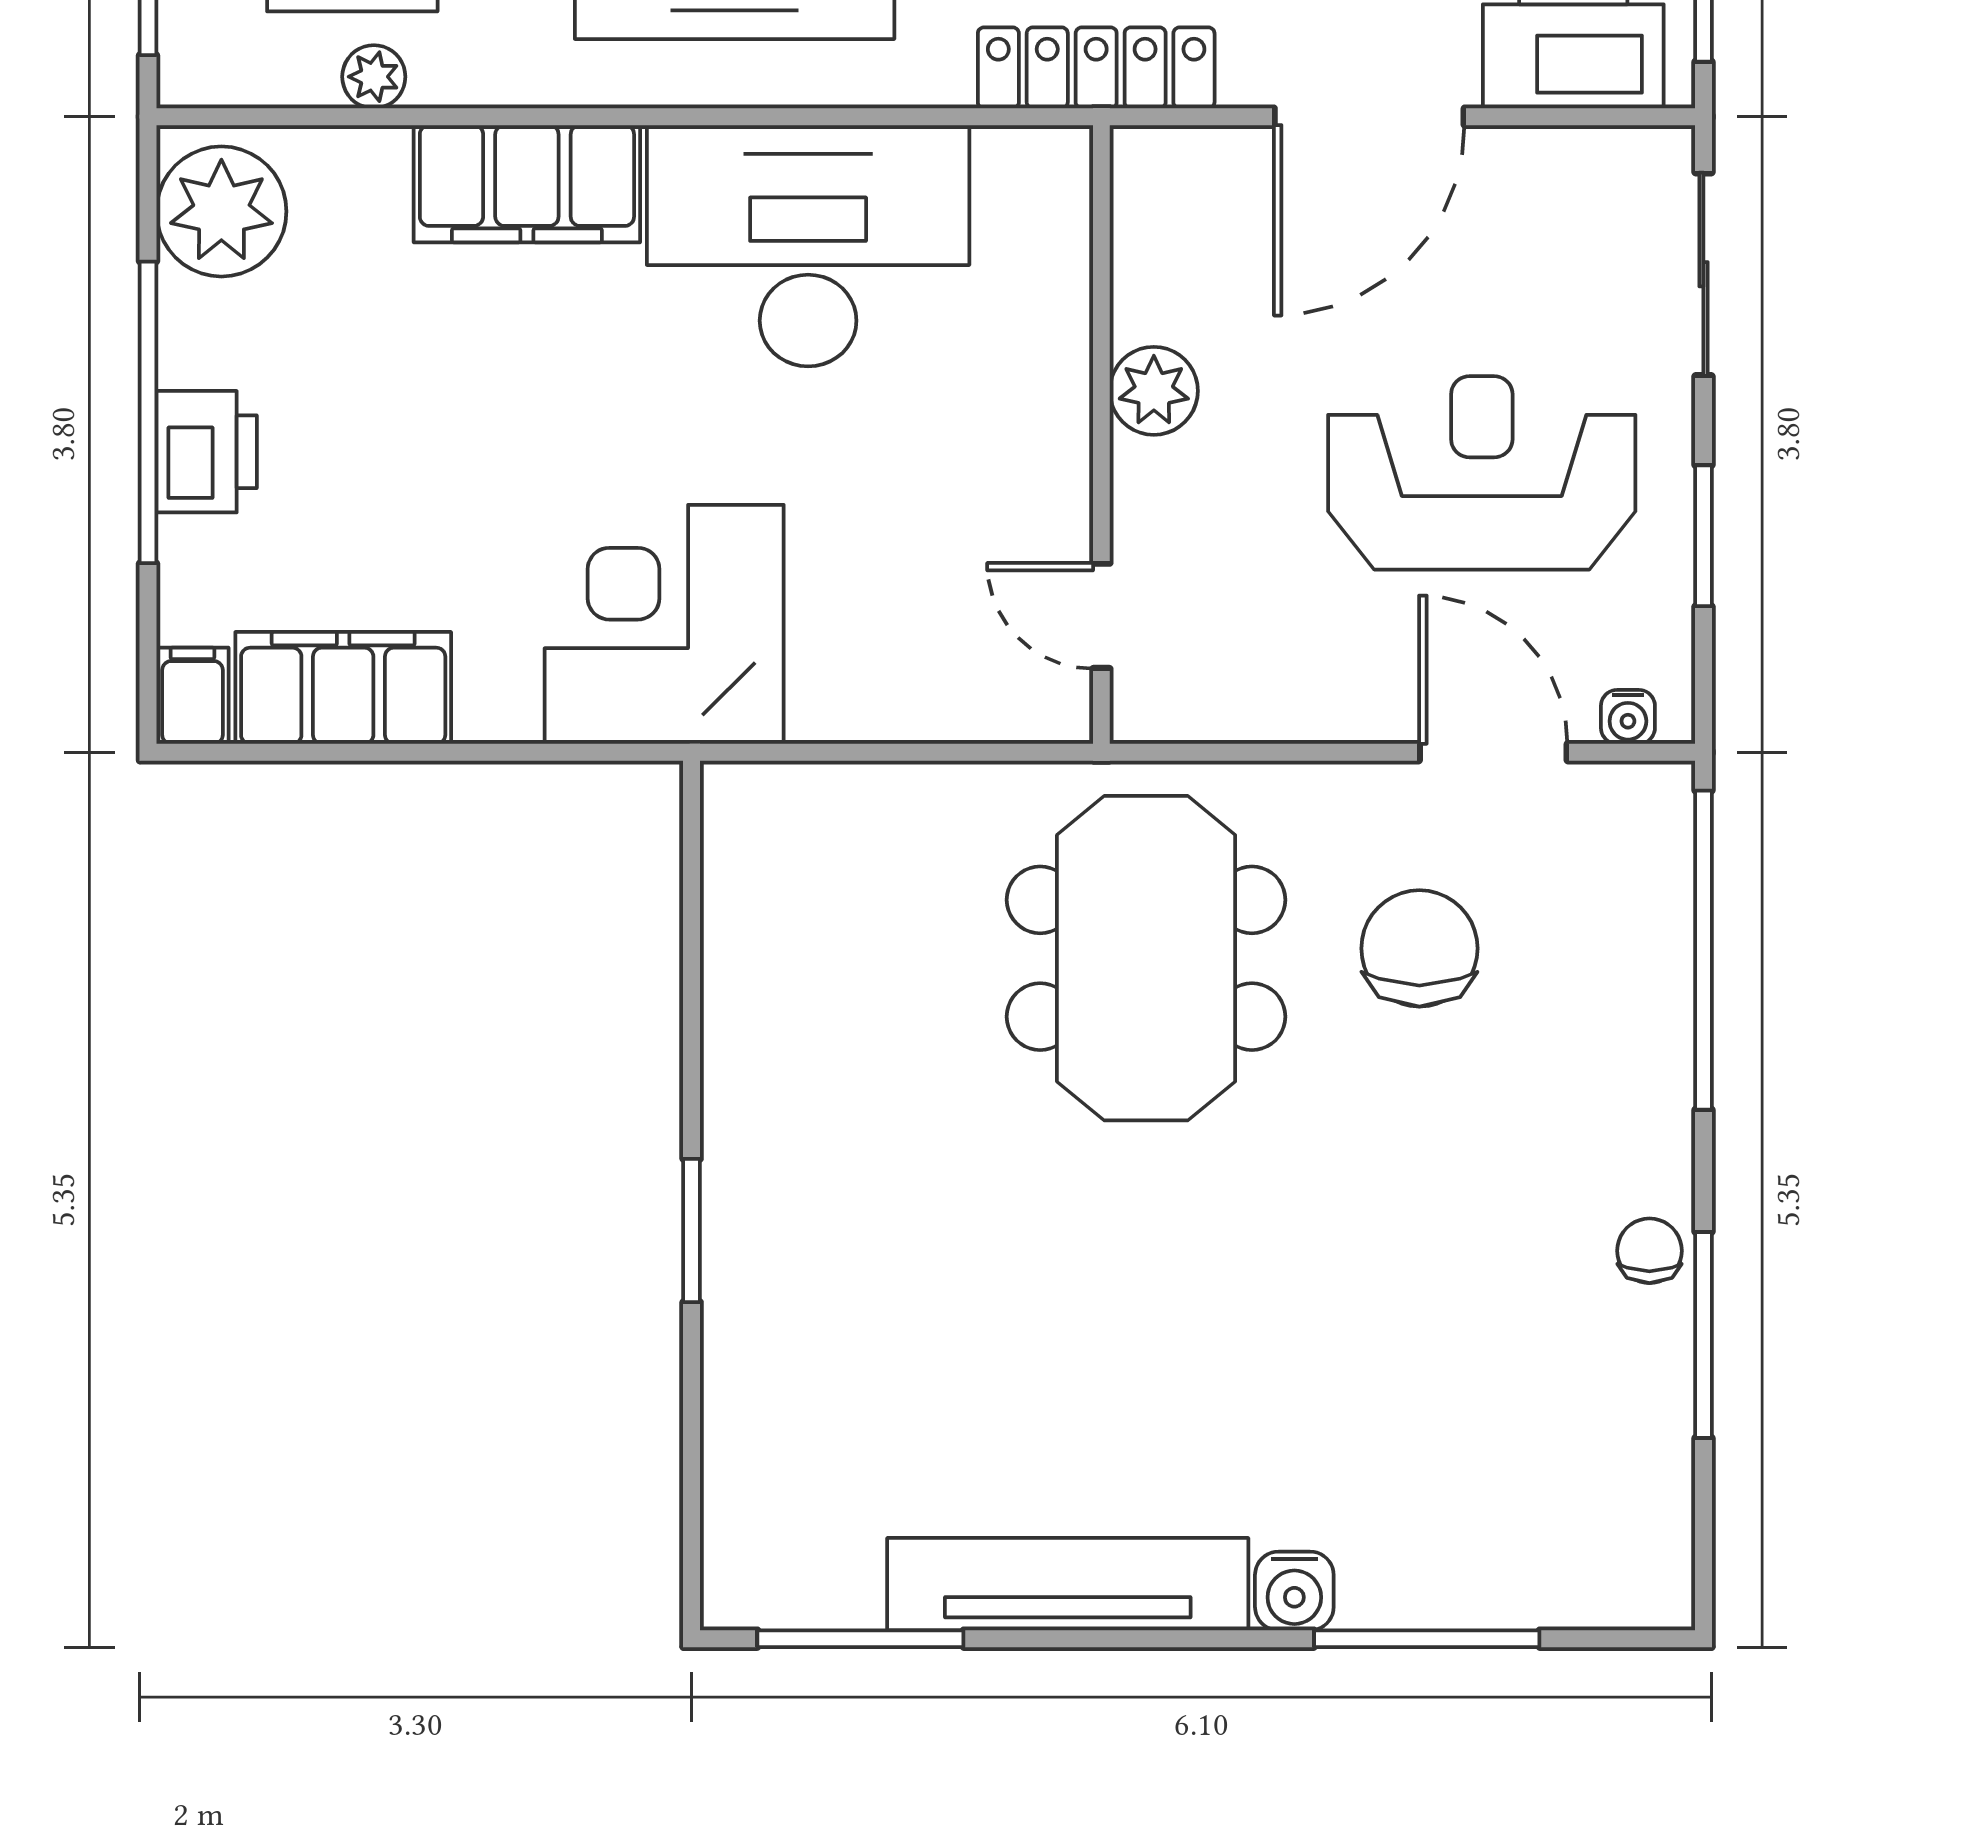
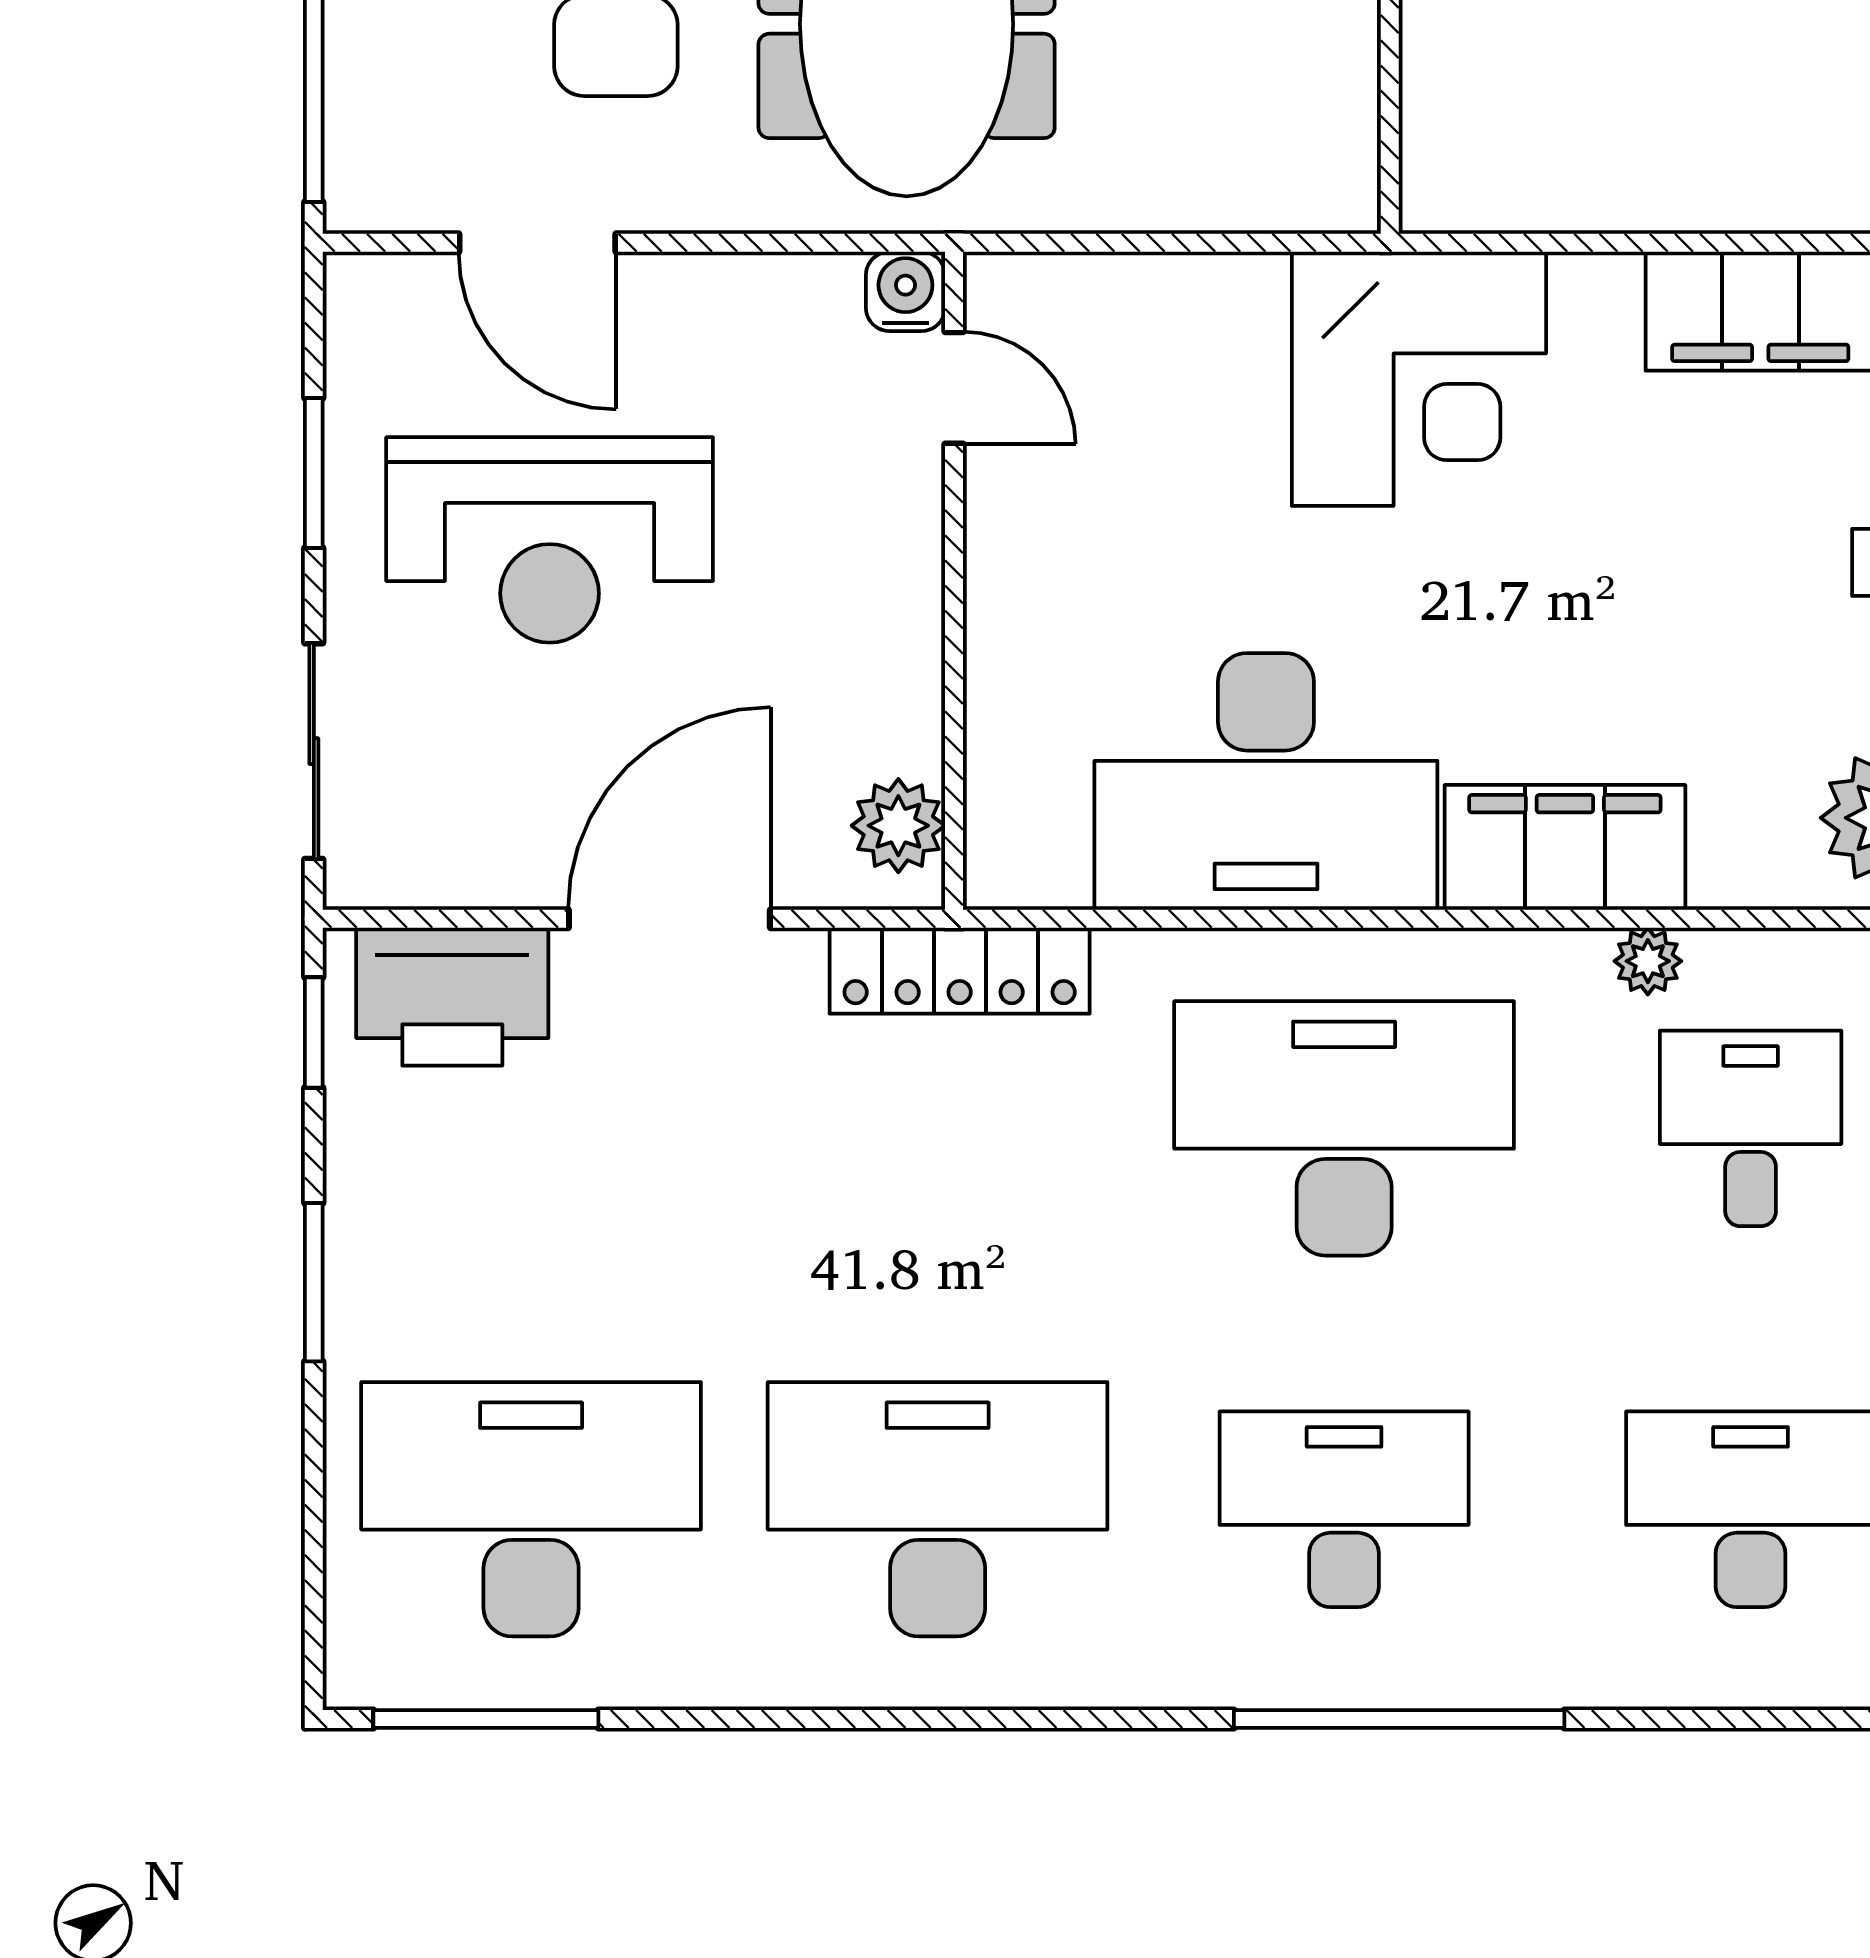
plant: (374, 77) -> (1648, 961), moved
plant: (1154, 391) -> (898, 826), moved
water cooler: (1628, 717) -> (905, 291), moved, width x1.38, depth x1.38

